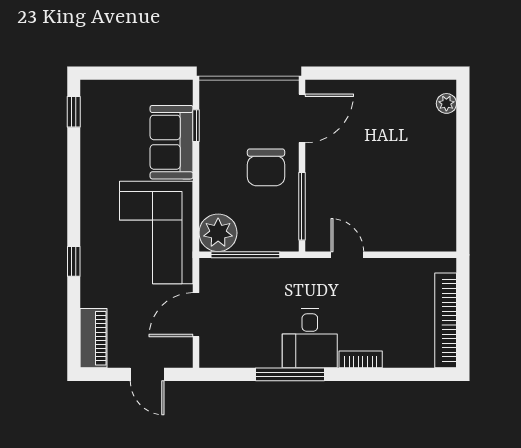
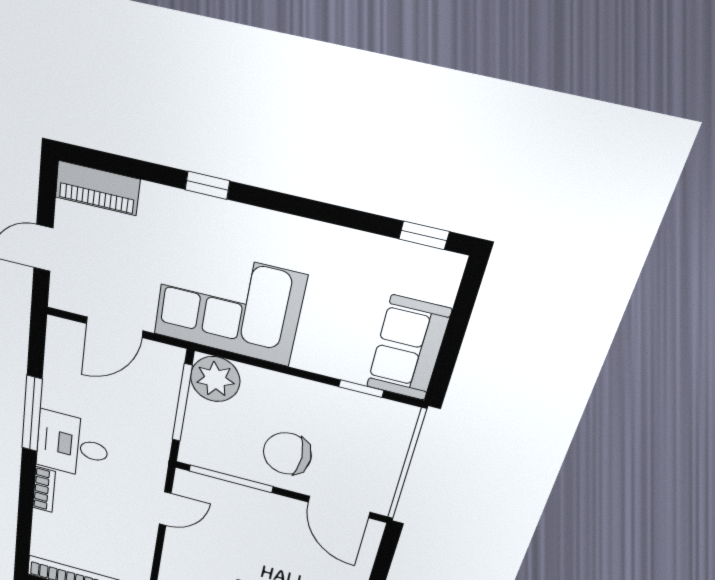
sofa: (172, 142) -> (408, 348), moved, turned -90
door: (196, 315) -> (114, 327), swing flipped

